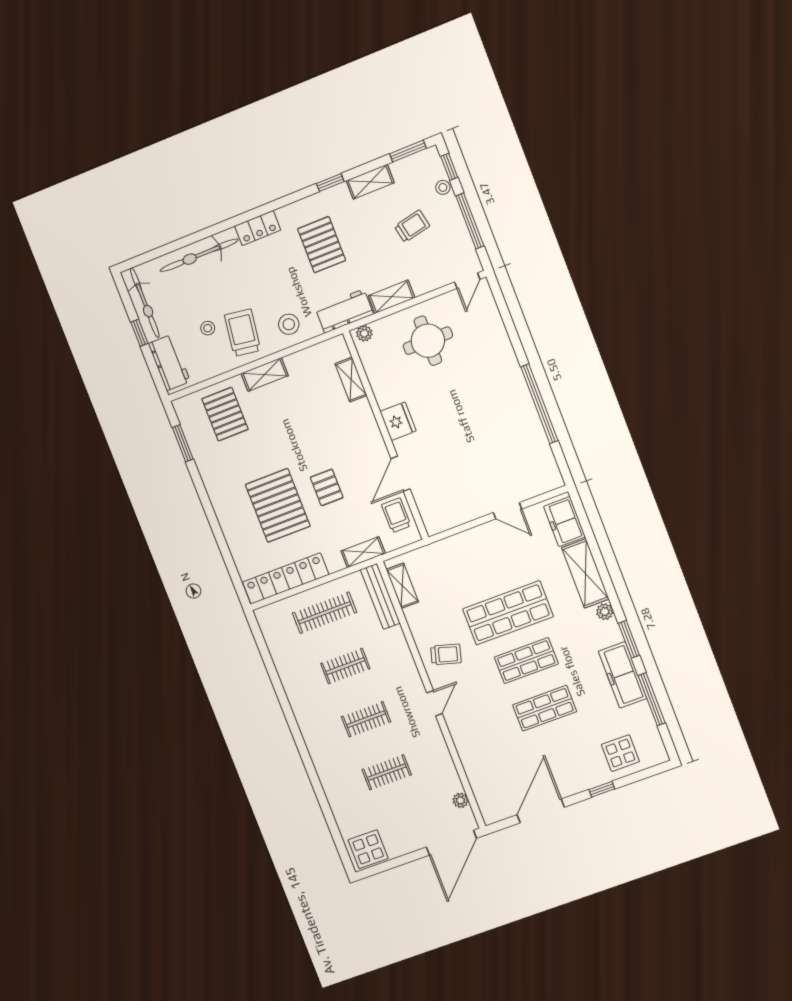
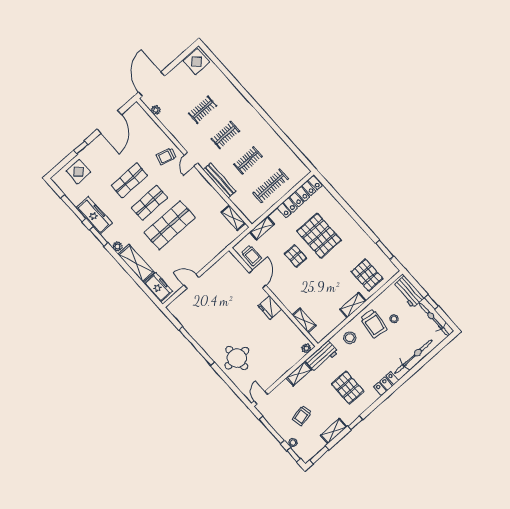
round table: (428, 341) -> (237, 358), moved
bench: (380, 596) -> (219, 180), moved
trolley: (446, 654) -> (166, 156), moved

